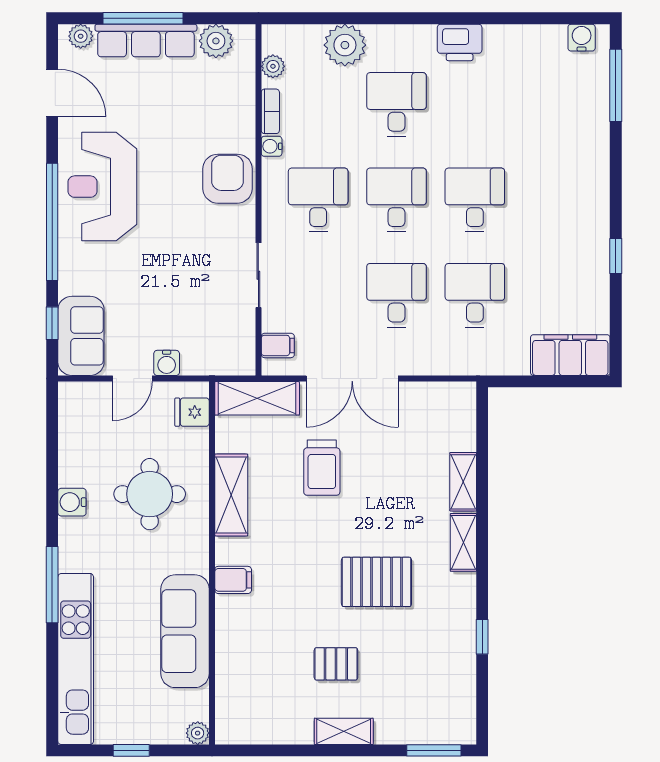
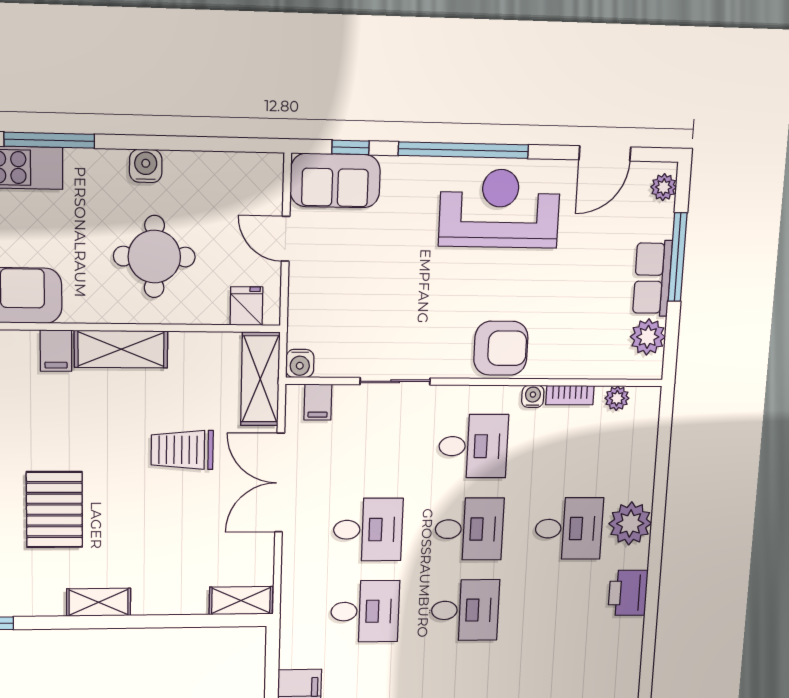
row of seats: (146, 41) -> (652, 278), width x0.68
plant: (345, 45) -> (630, 523), moved
water cooler: (167, 363) -> (300, 363), moved, turned -90
shelving: (463, 482) -> (241, 601), moved
shelving: (231, 495) -> (121, 349), moved

